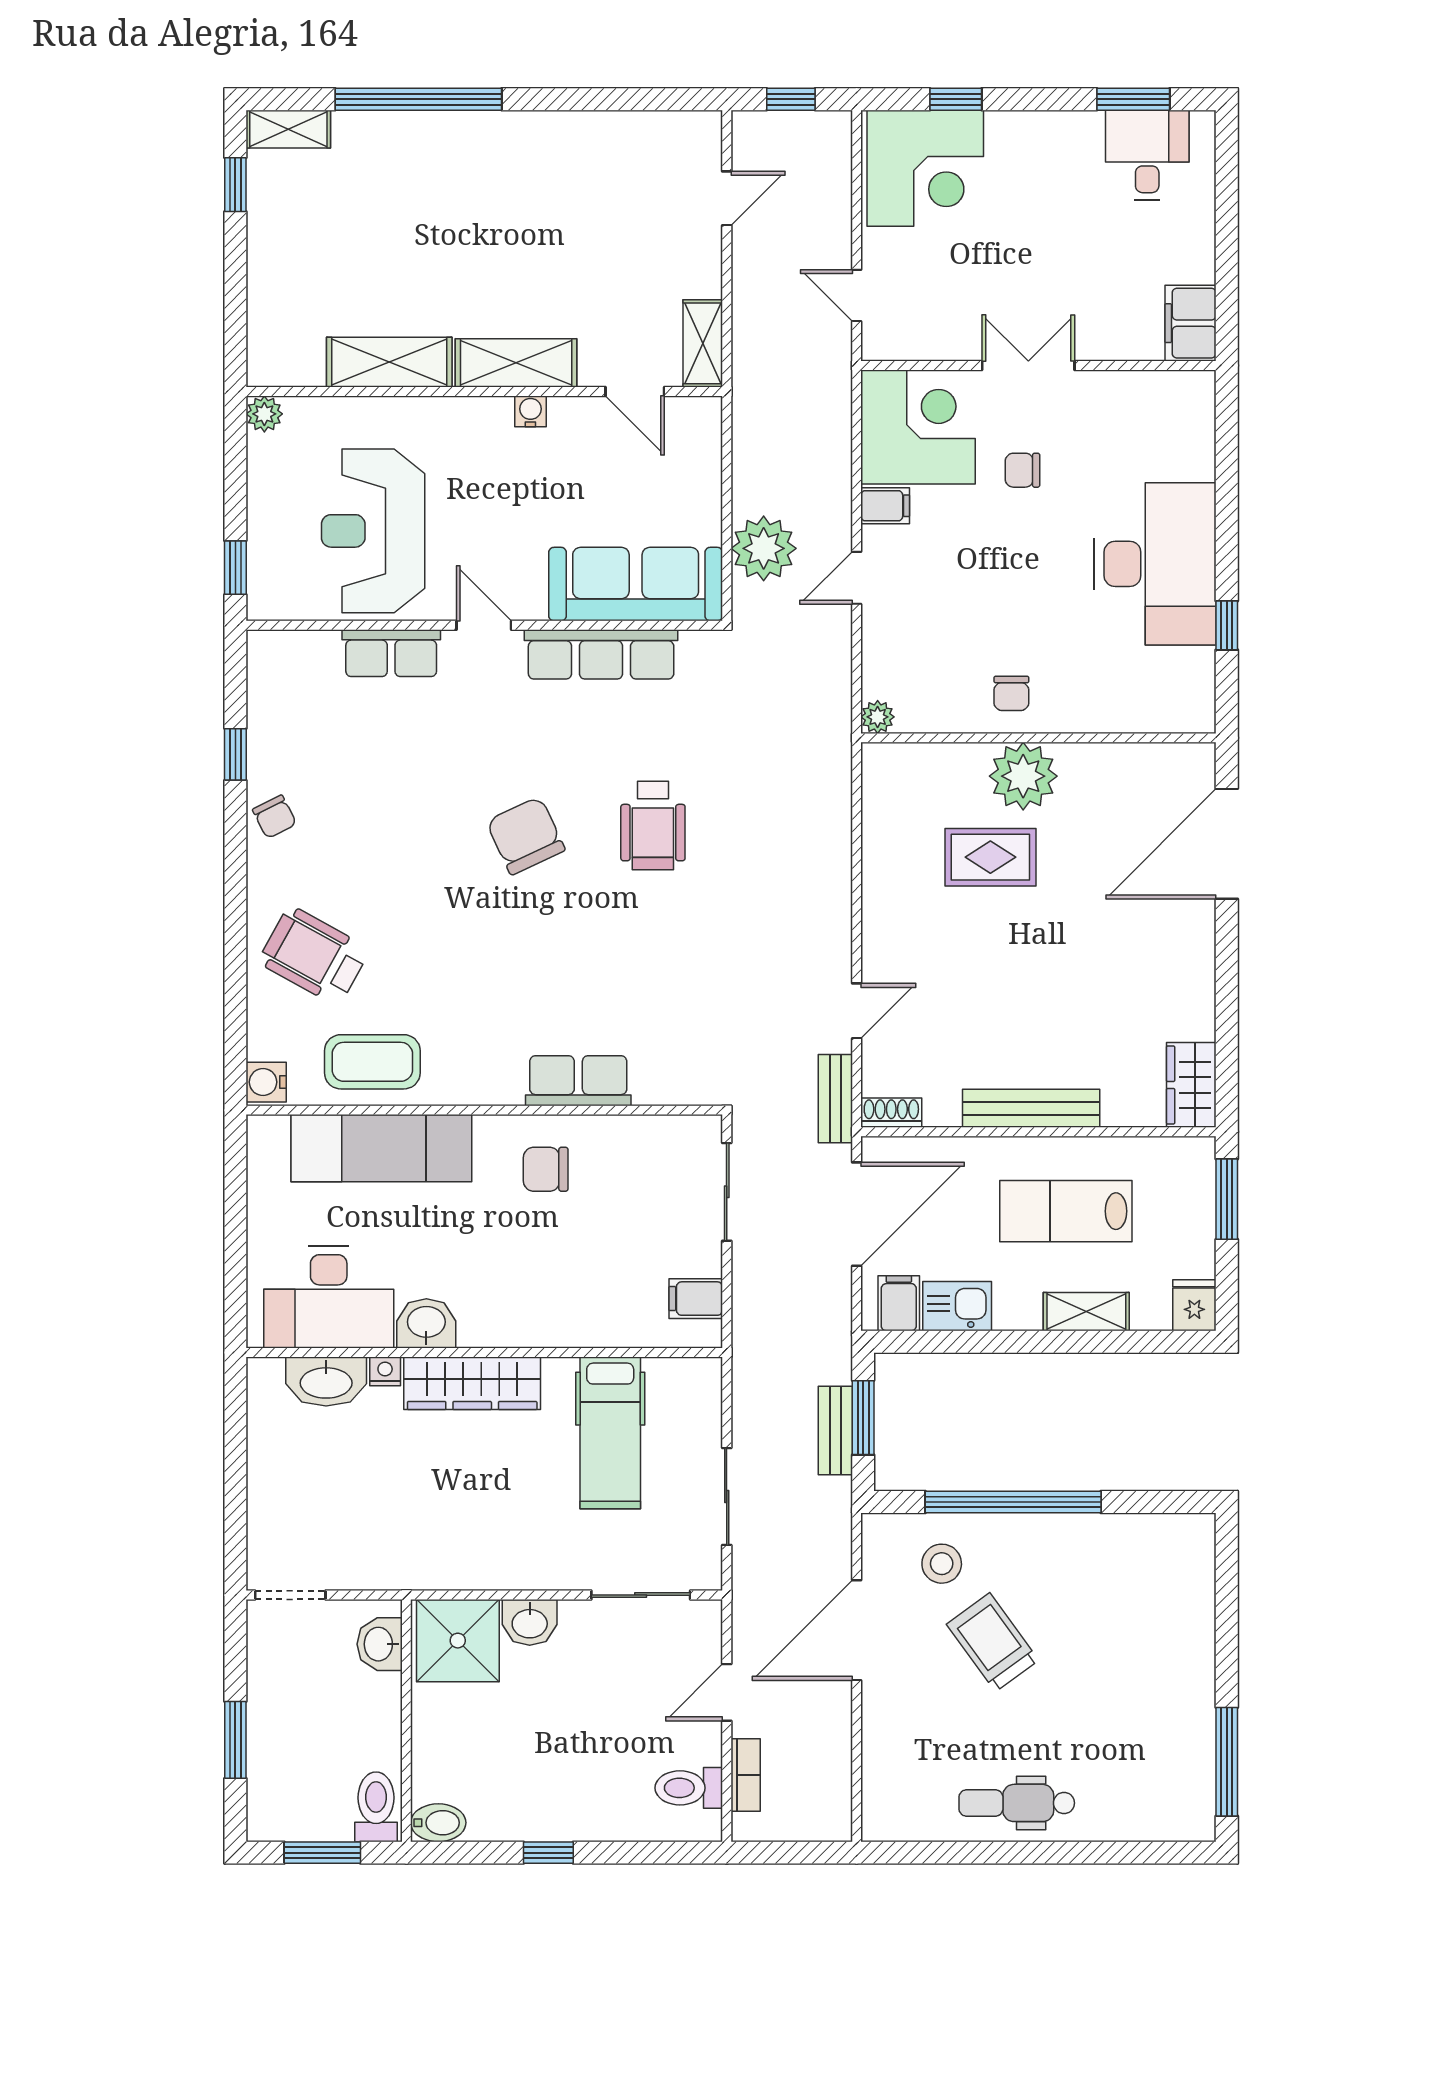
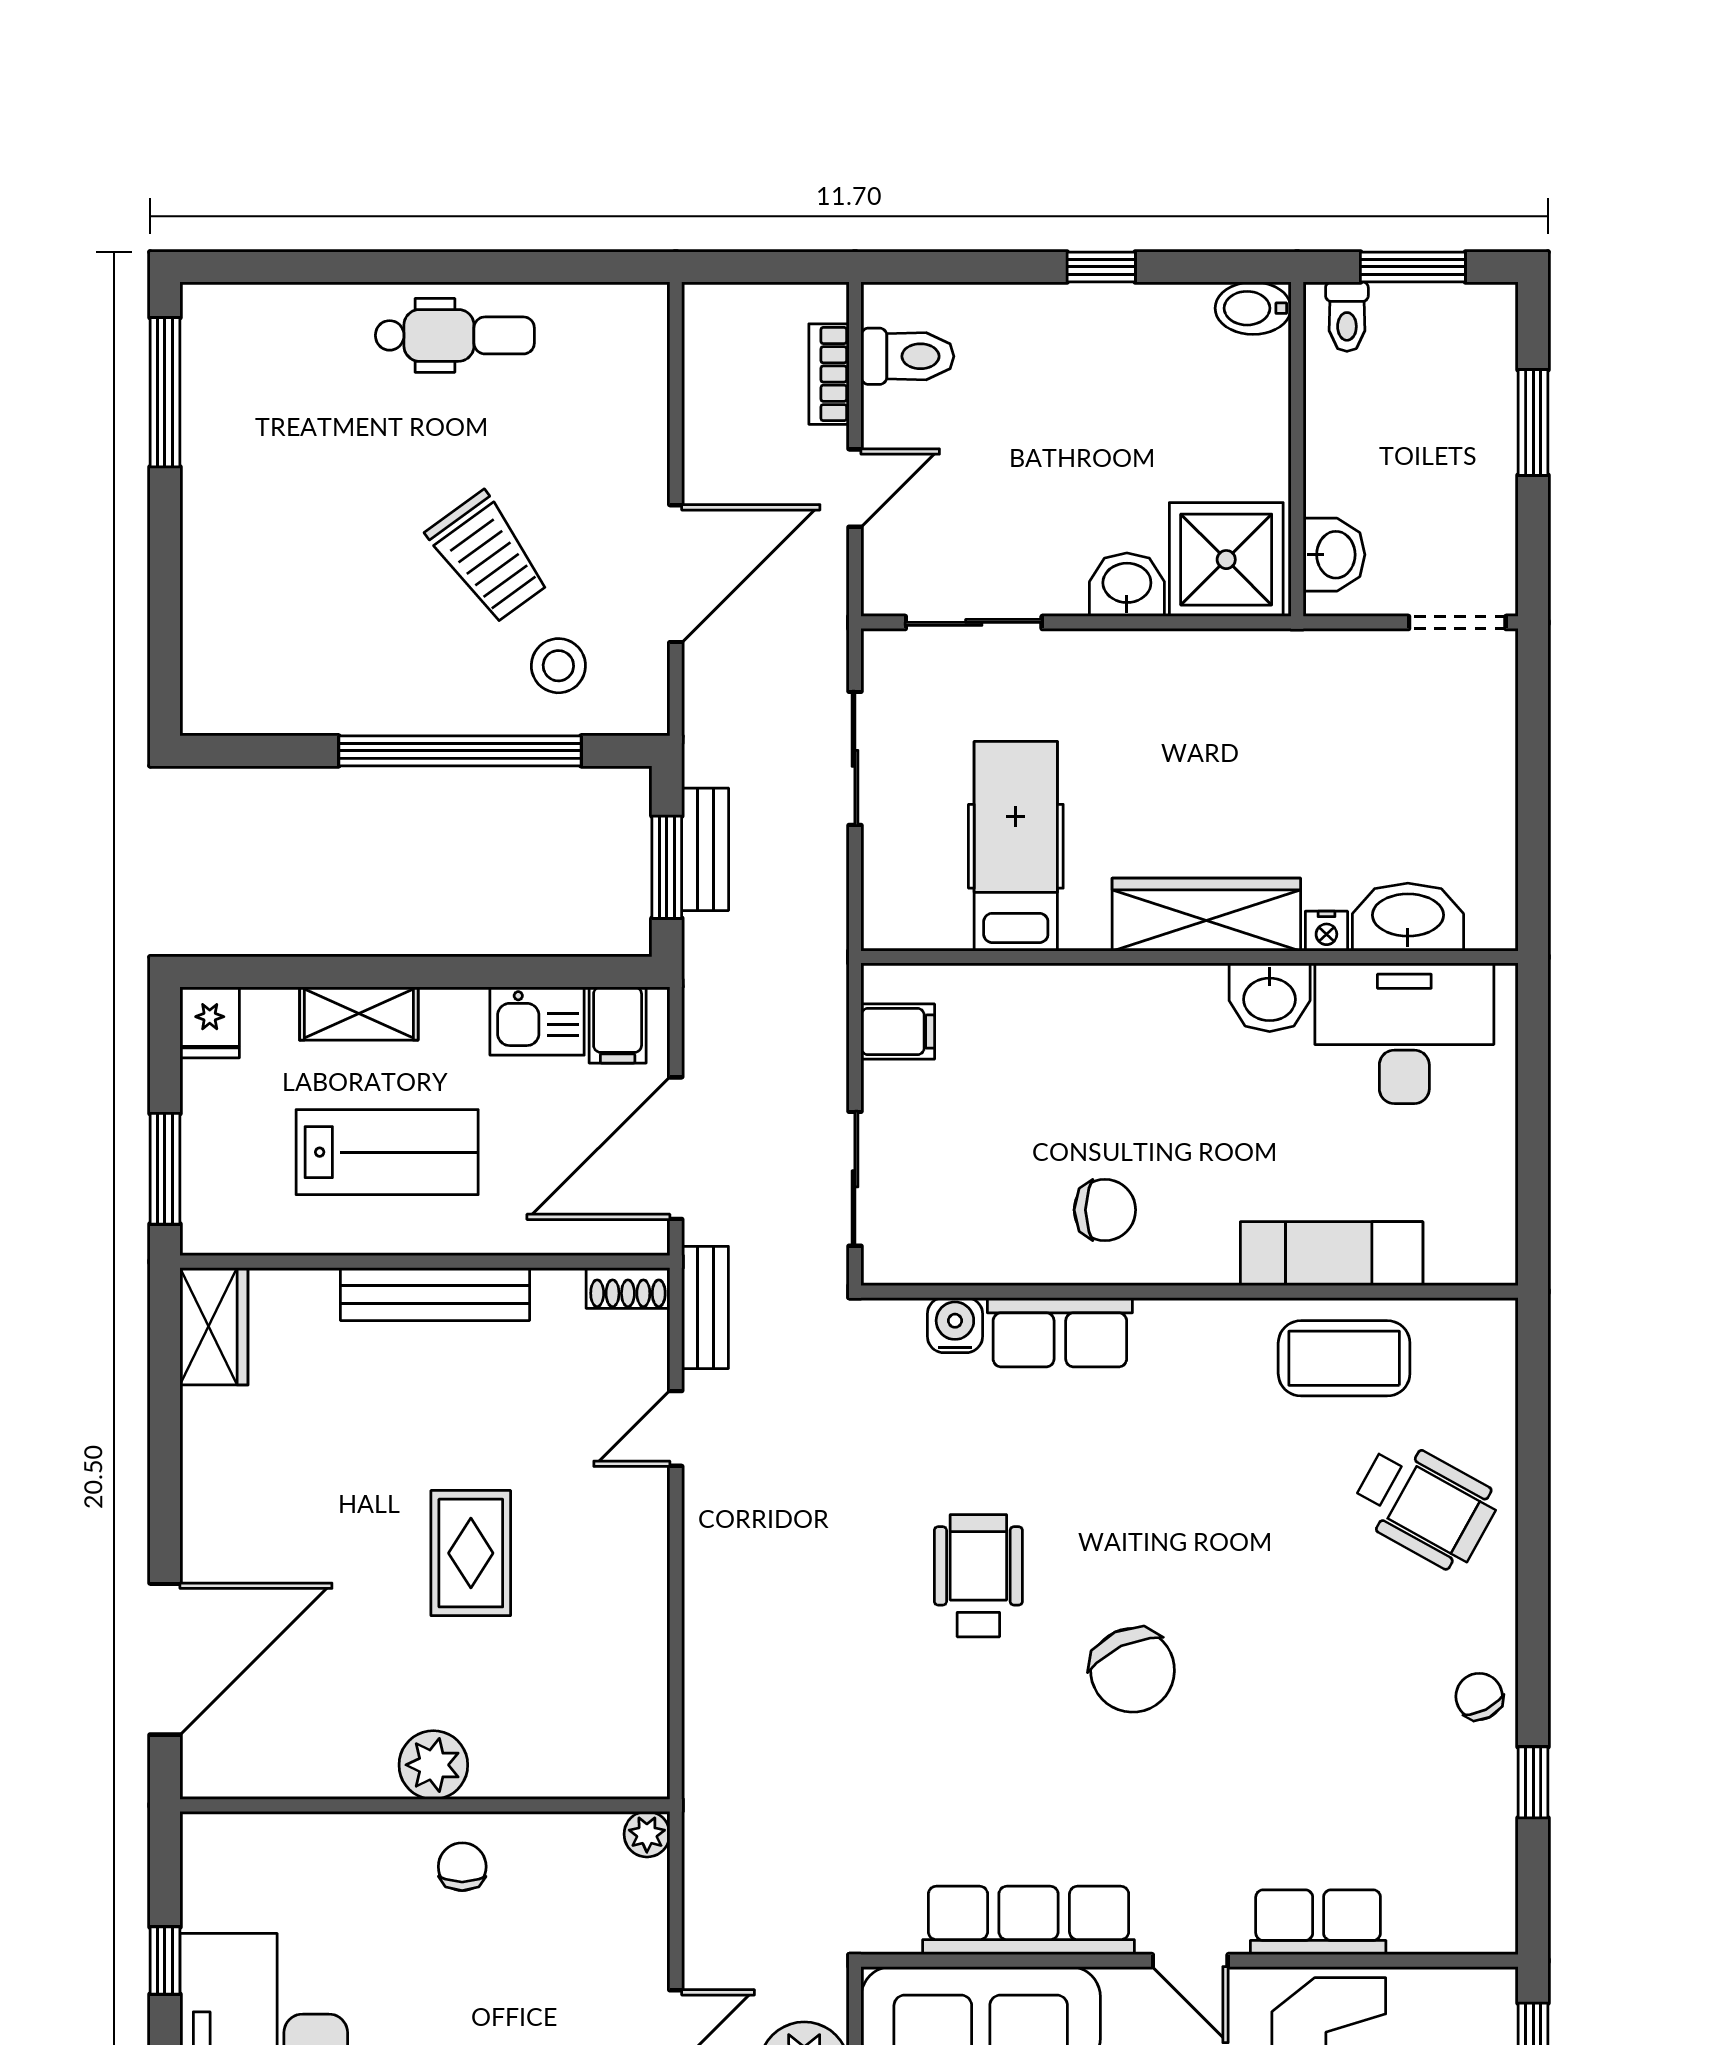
plant: (1023, 776) -> (433, 1765), width x0.73, depth x0.73
wheelchair: (653, 825) -> (978, 1576), moved
rug: (990, 857) -> (471, 1553), moved, turned 90
water cooler: (266, 1082) -> (955, 1325), moved, turned -90
exam couch: (381, 1148) -> (1332, 1254), width x0.73, depth x0.69
toilet: (376, 1807) -> (1347, 317), width x0.73, depth x0.72

